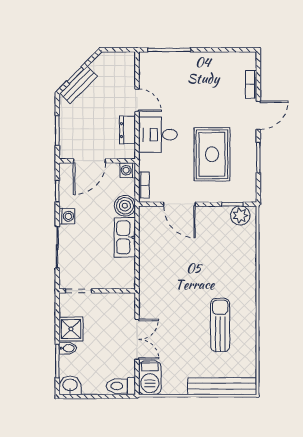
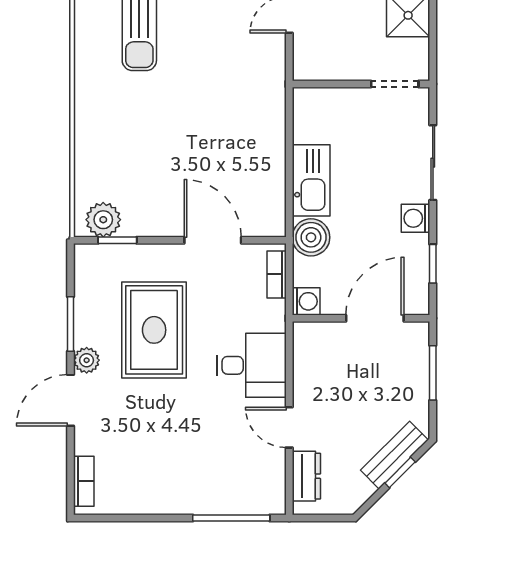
bookcase: (251, 84) -> (84, 481), moved
dresser: (127, 130) -> (306, 476), moved
plant: (249, 137) -> (87, 360), added

